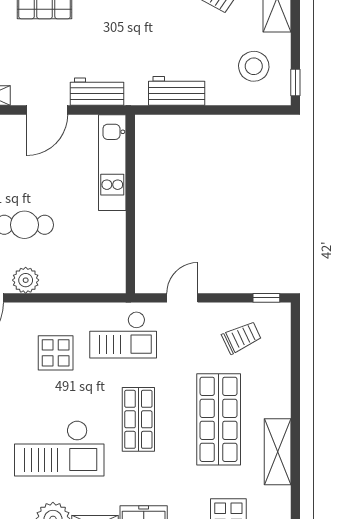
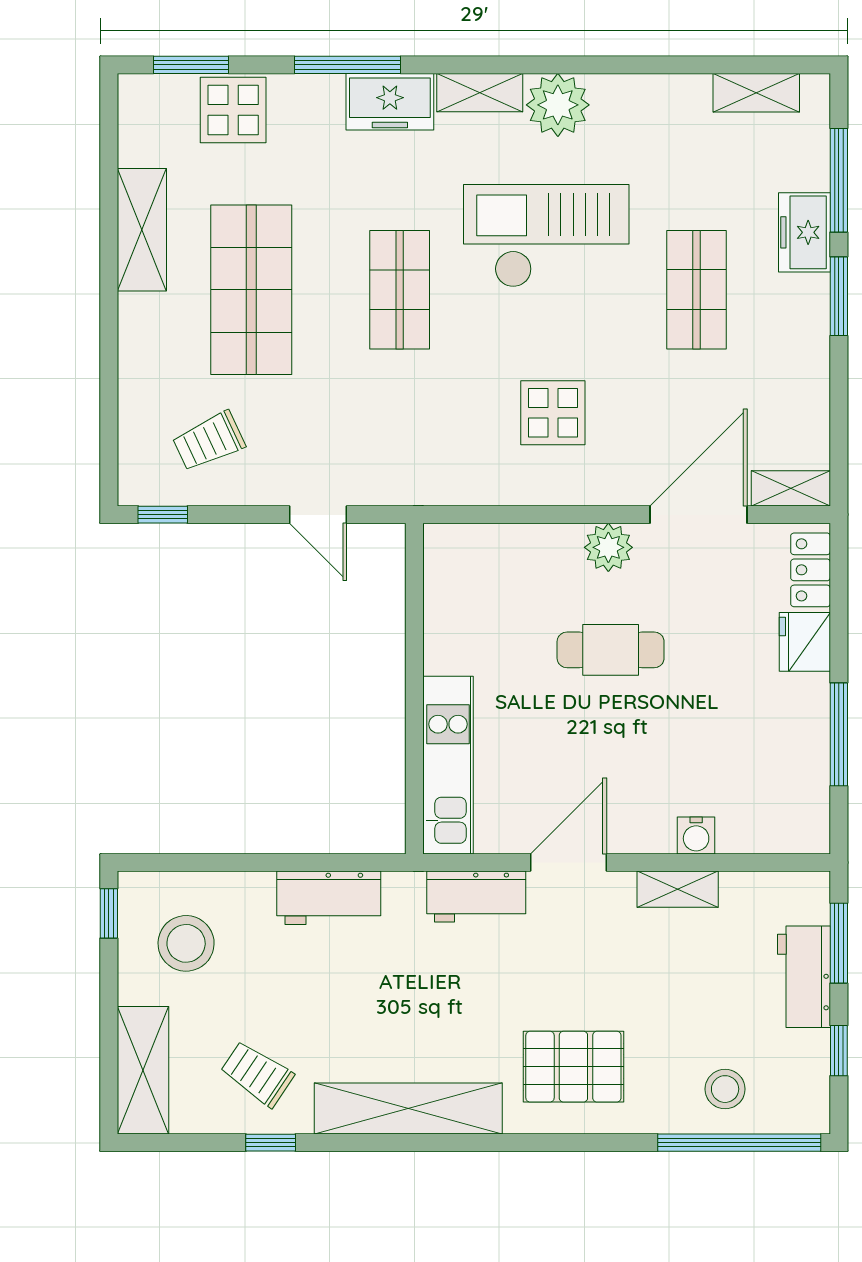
door: (182, 298) -> (318, 515), hinge flipped
checkout: (123, 335) -> (428, 446), removed

